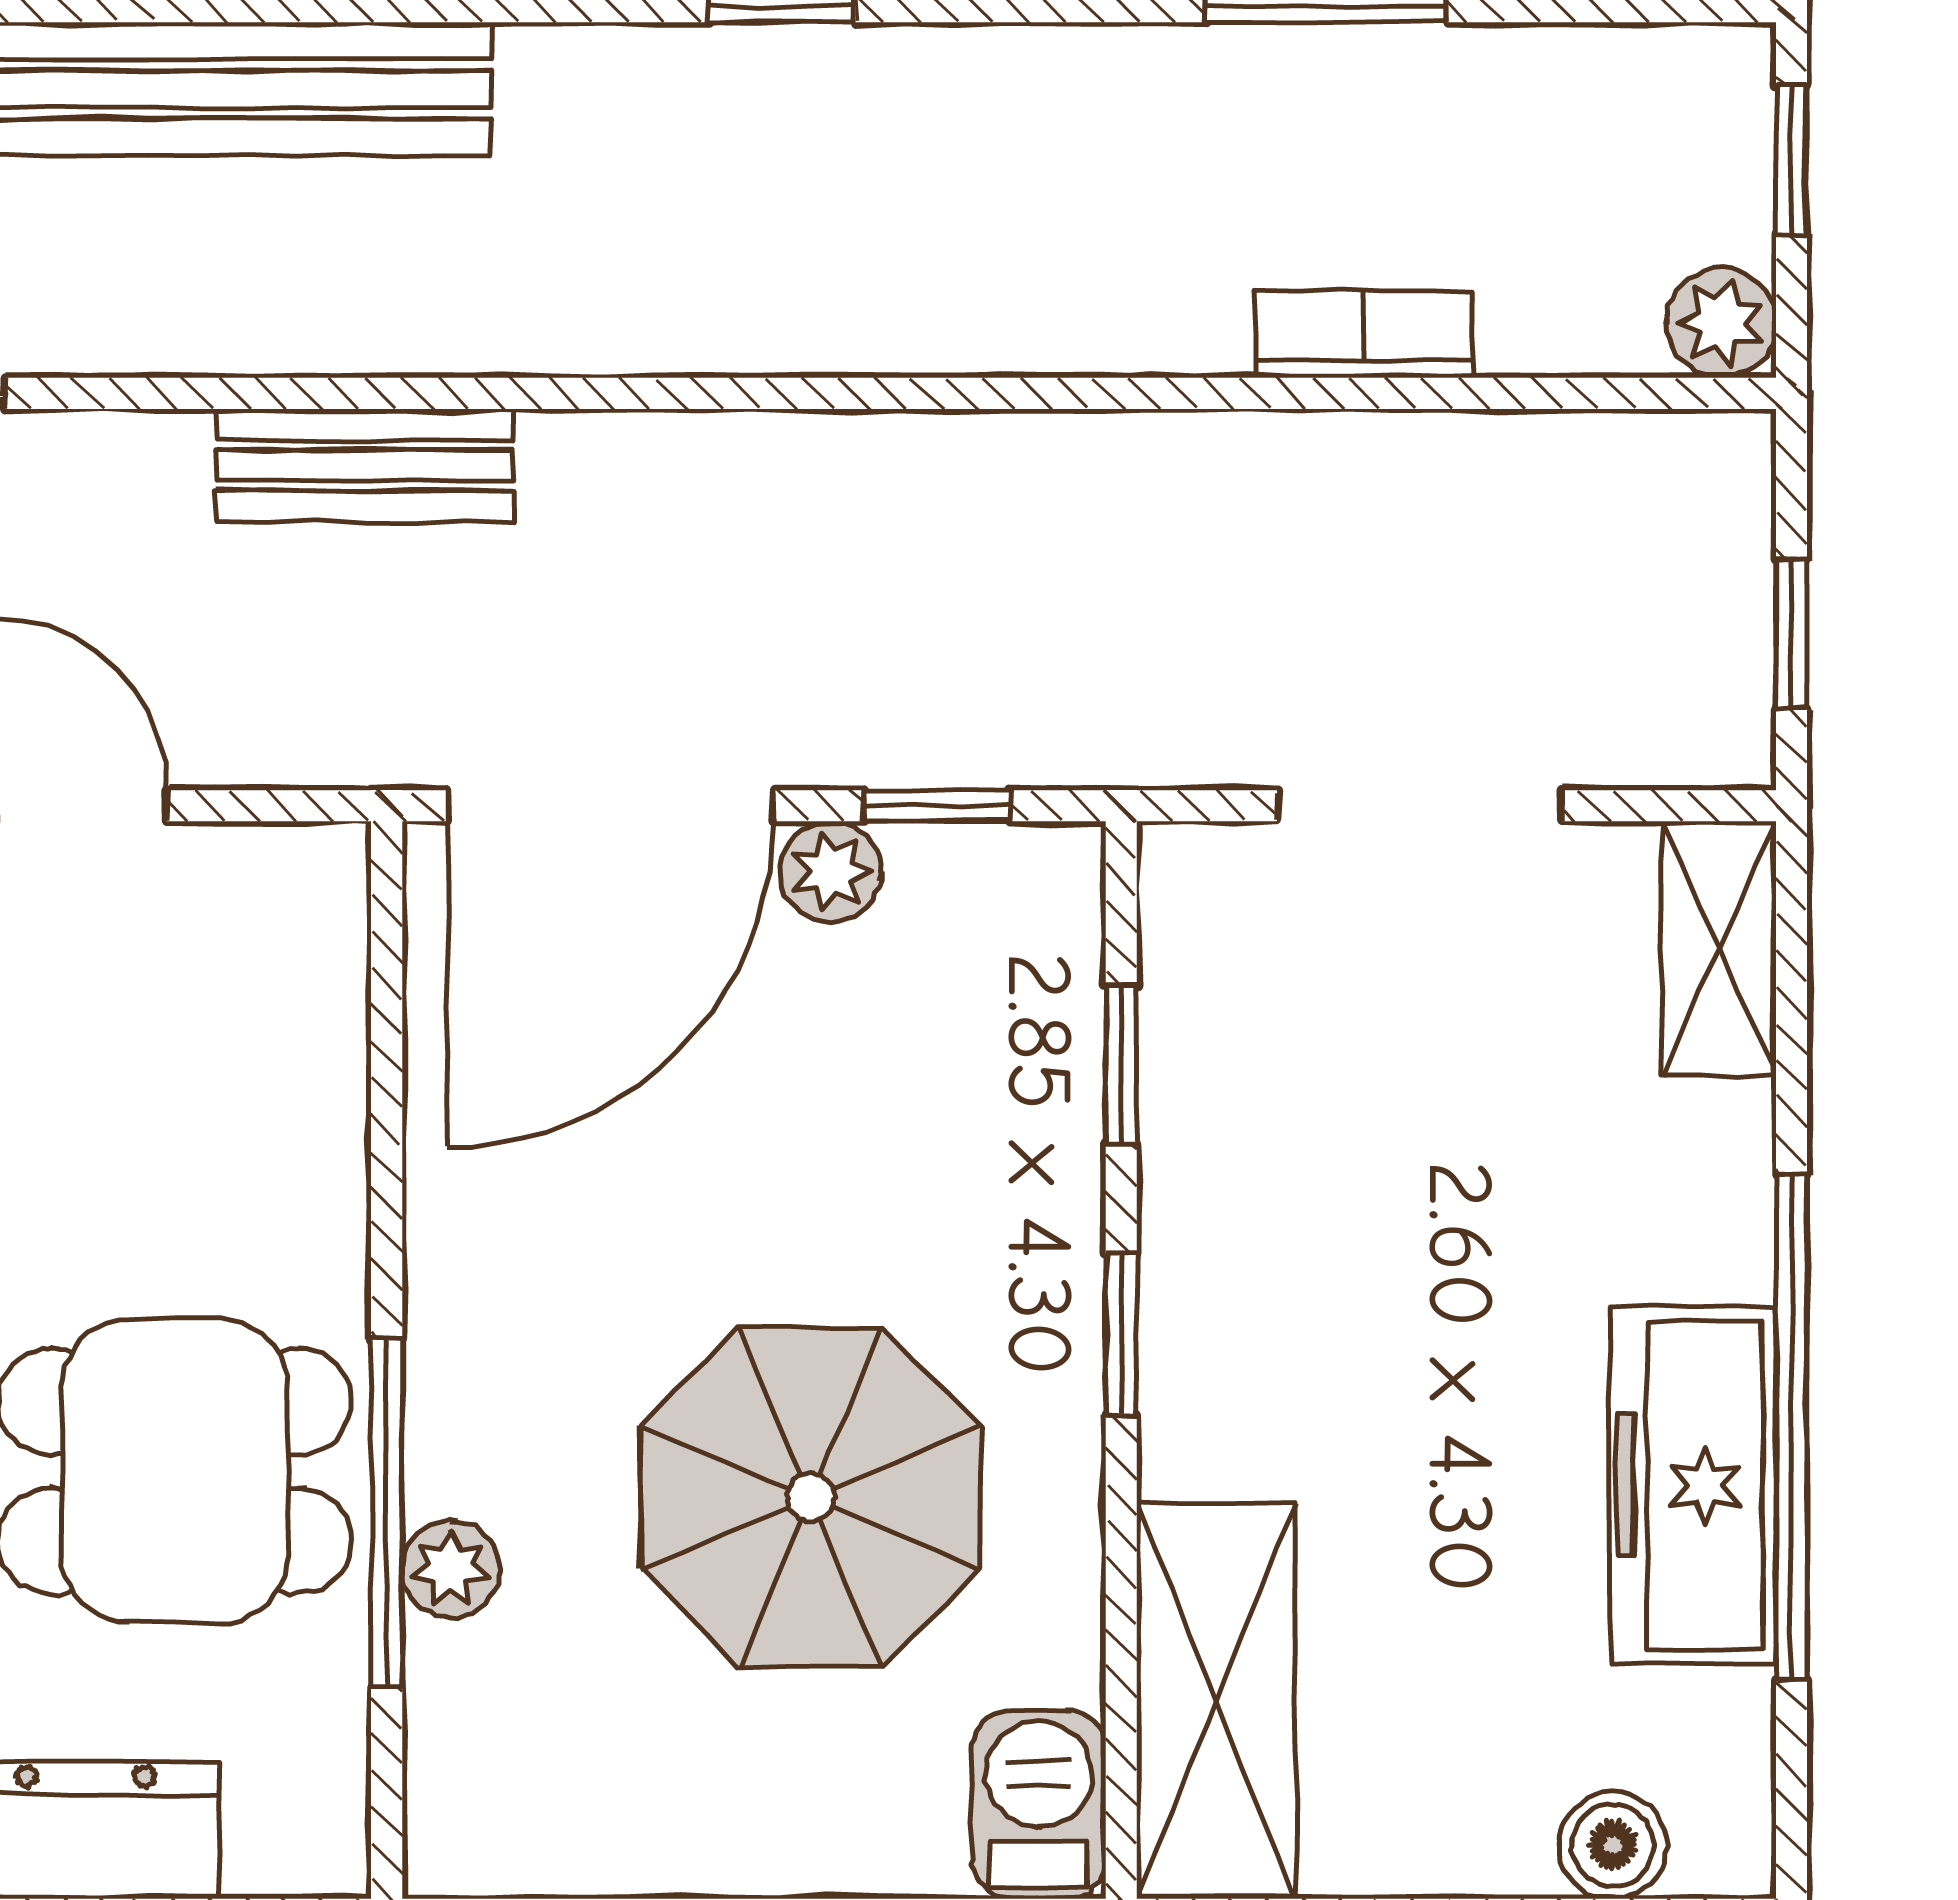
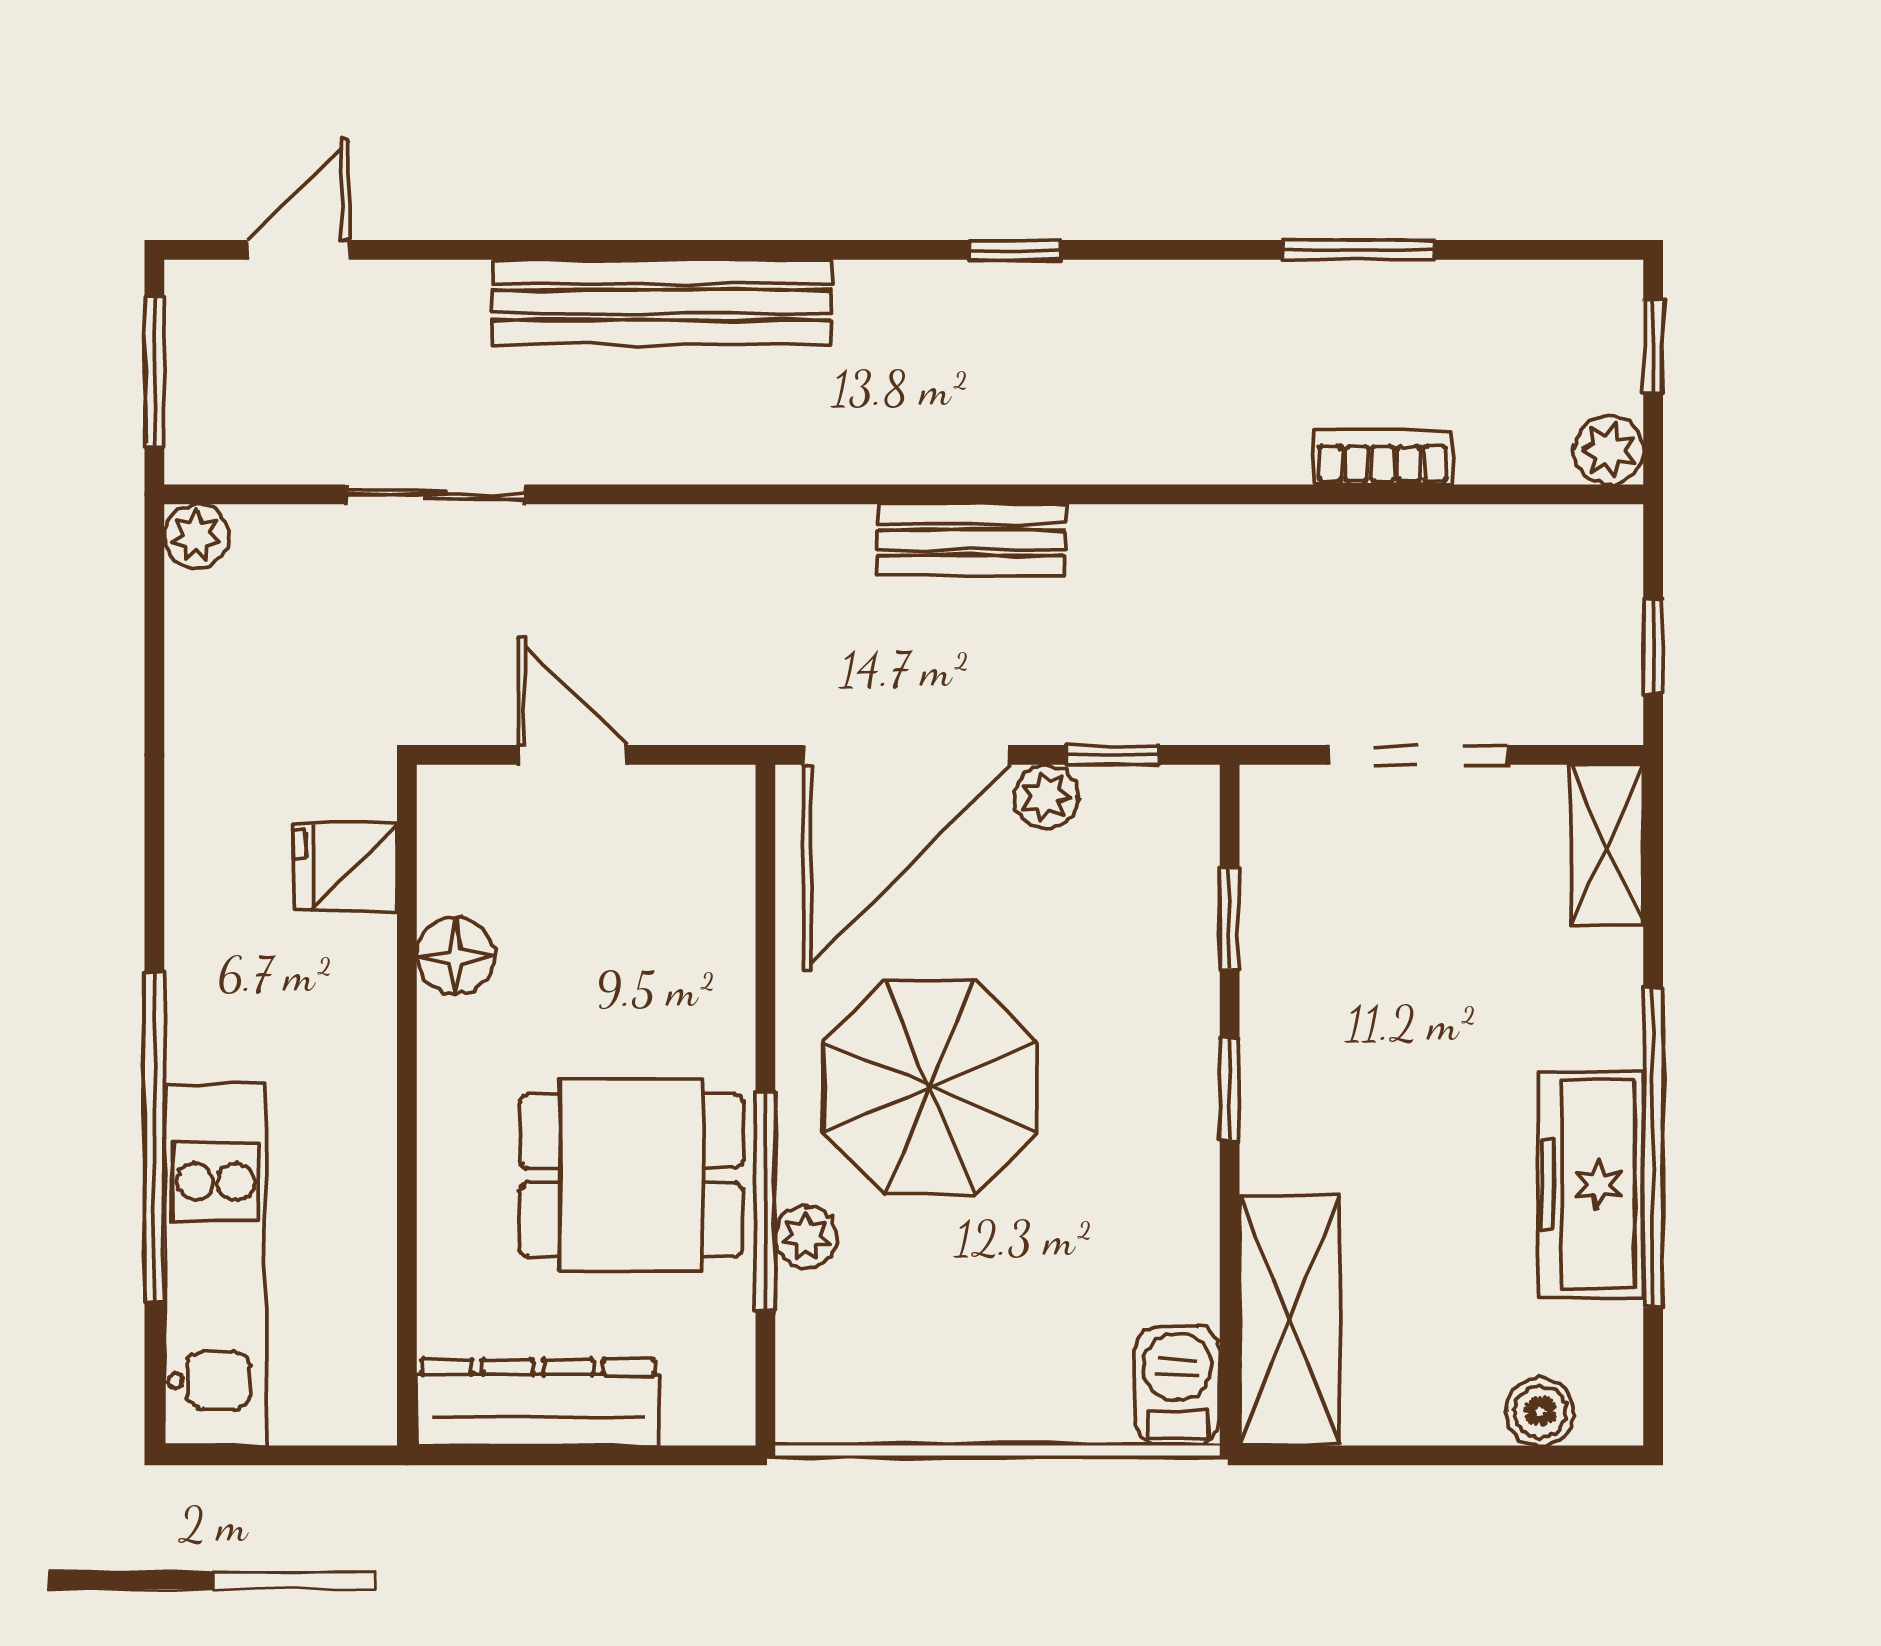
bench: (365, 465) -> (971, 540), moved
parasol: (811, 1497) -> (930, 1087), moved

